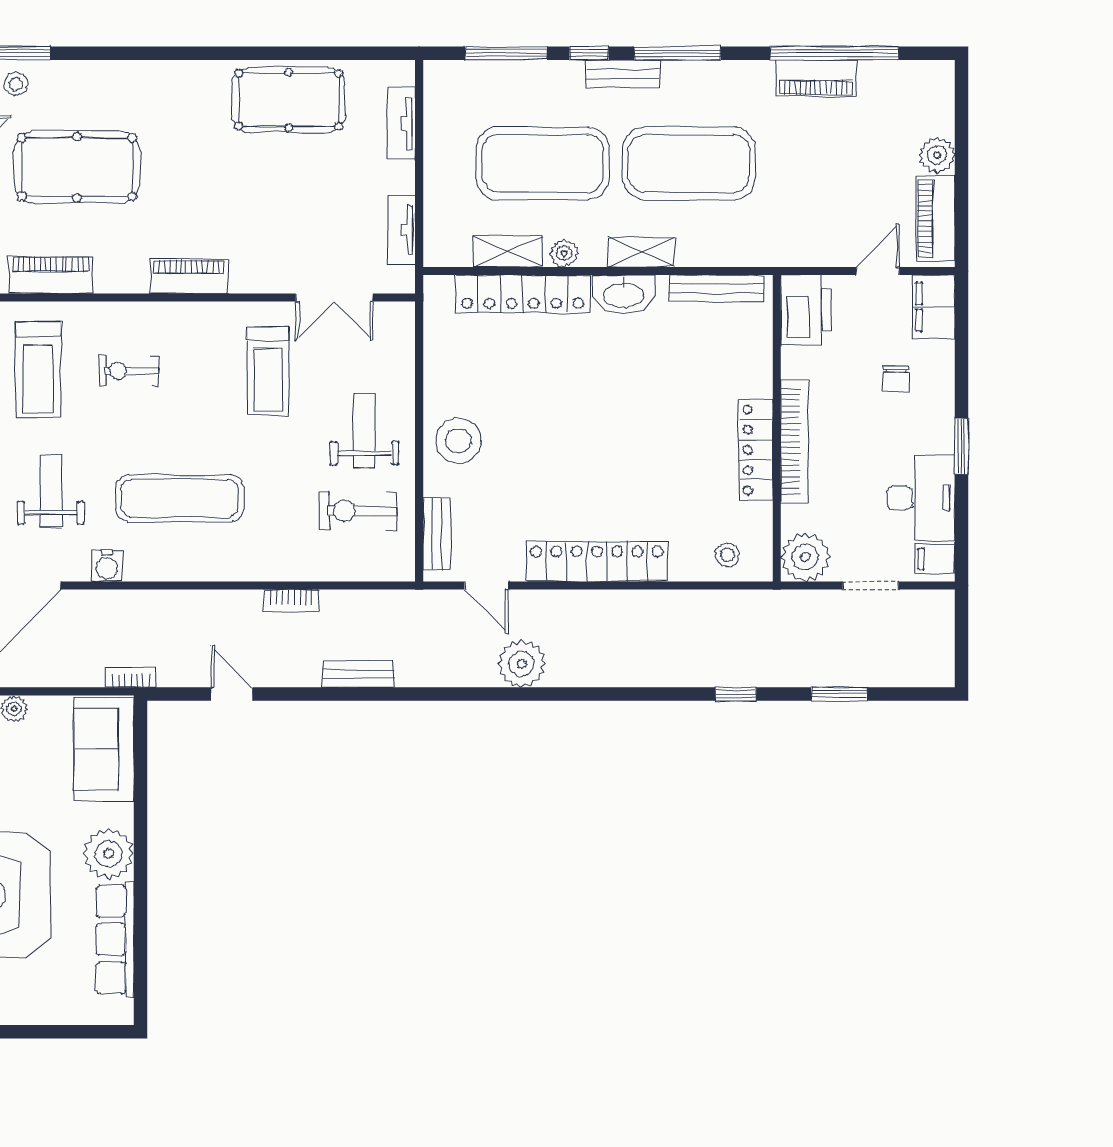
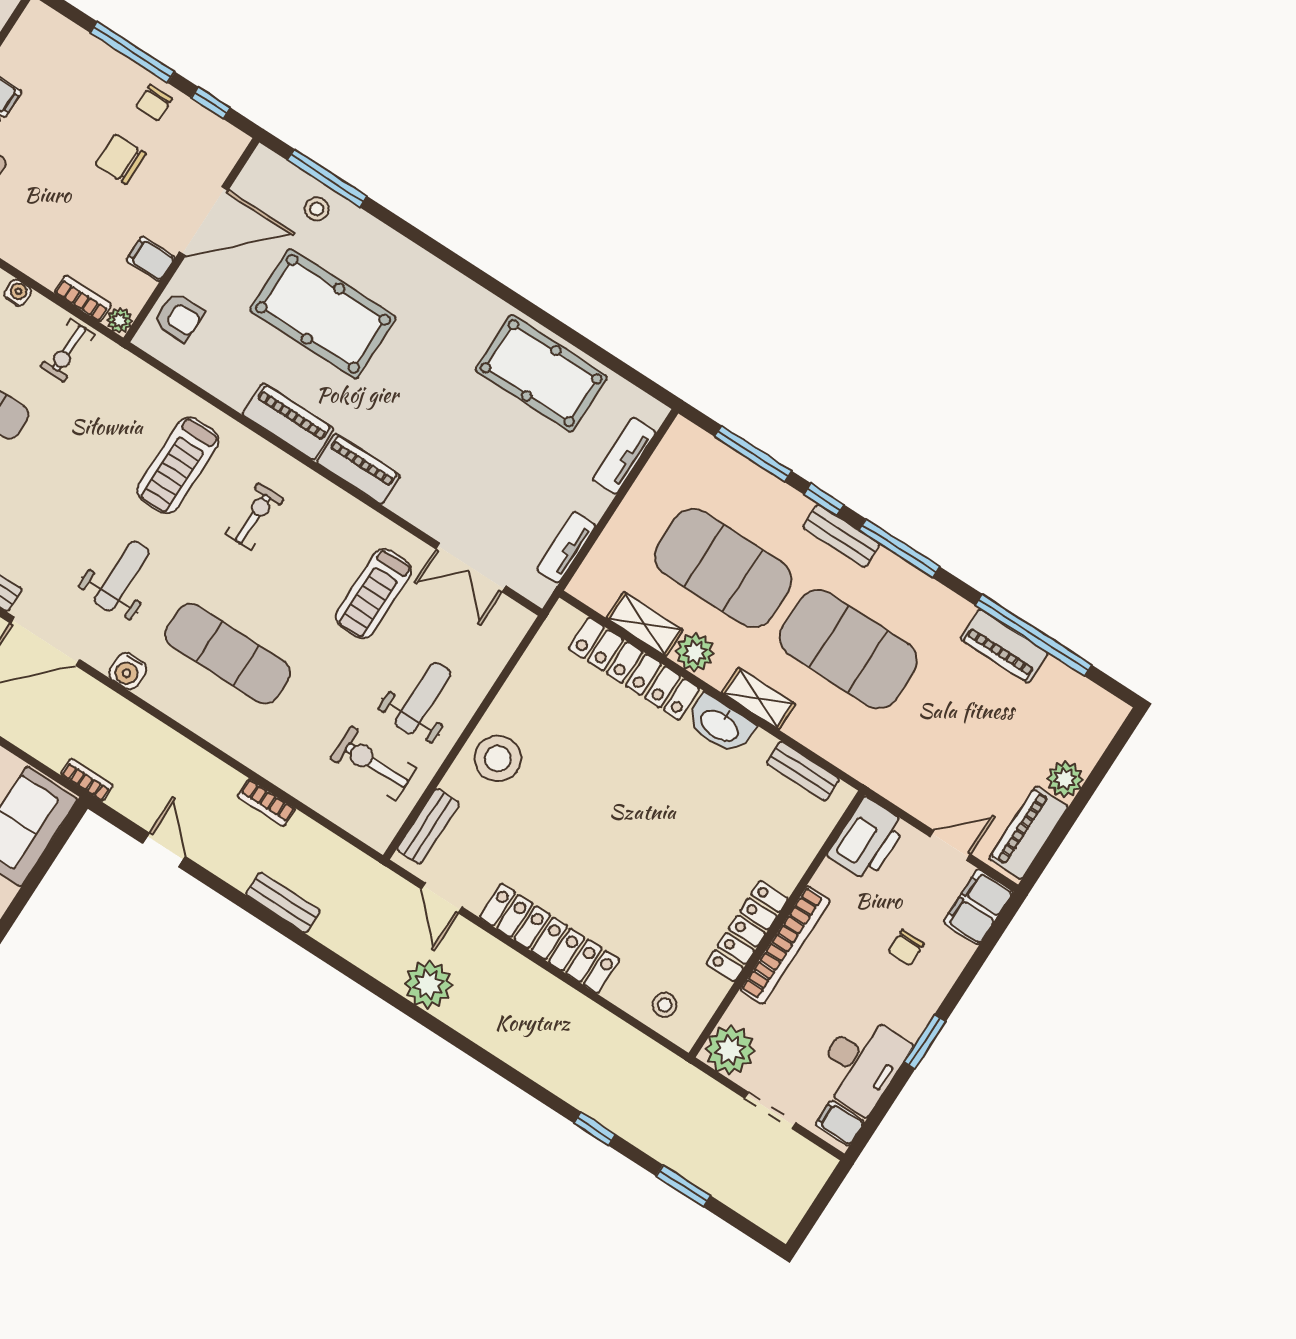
plant: (564, 253) -> (695, 652), width x1.38, depth x1.38
piano: (51, 275) -> (288, 422), moved
bench: (717, 288) -> (803, 771), width x0.73
exercise bike: (129, 371) -> (255, 517), turned 90

